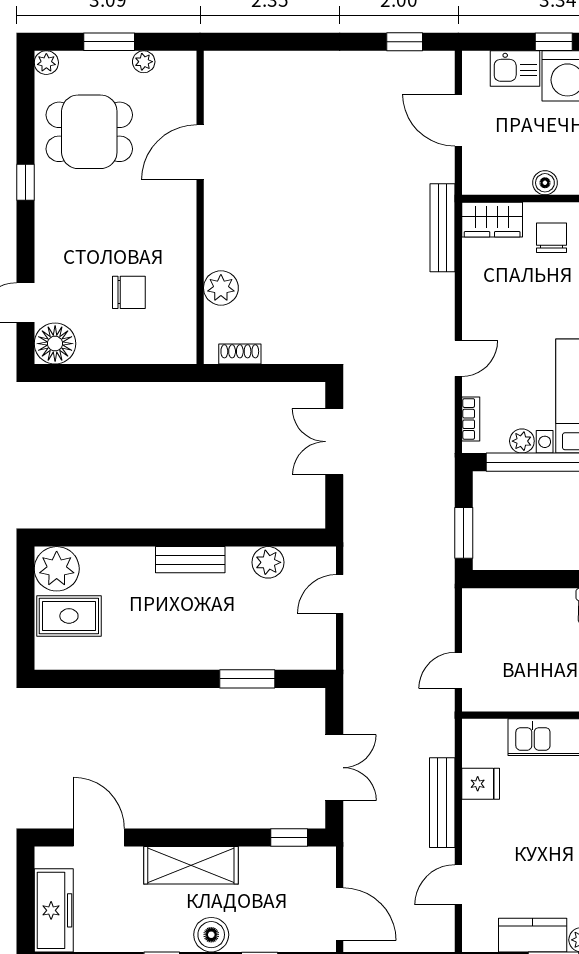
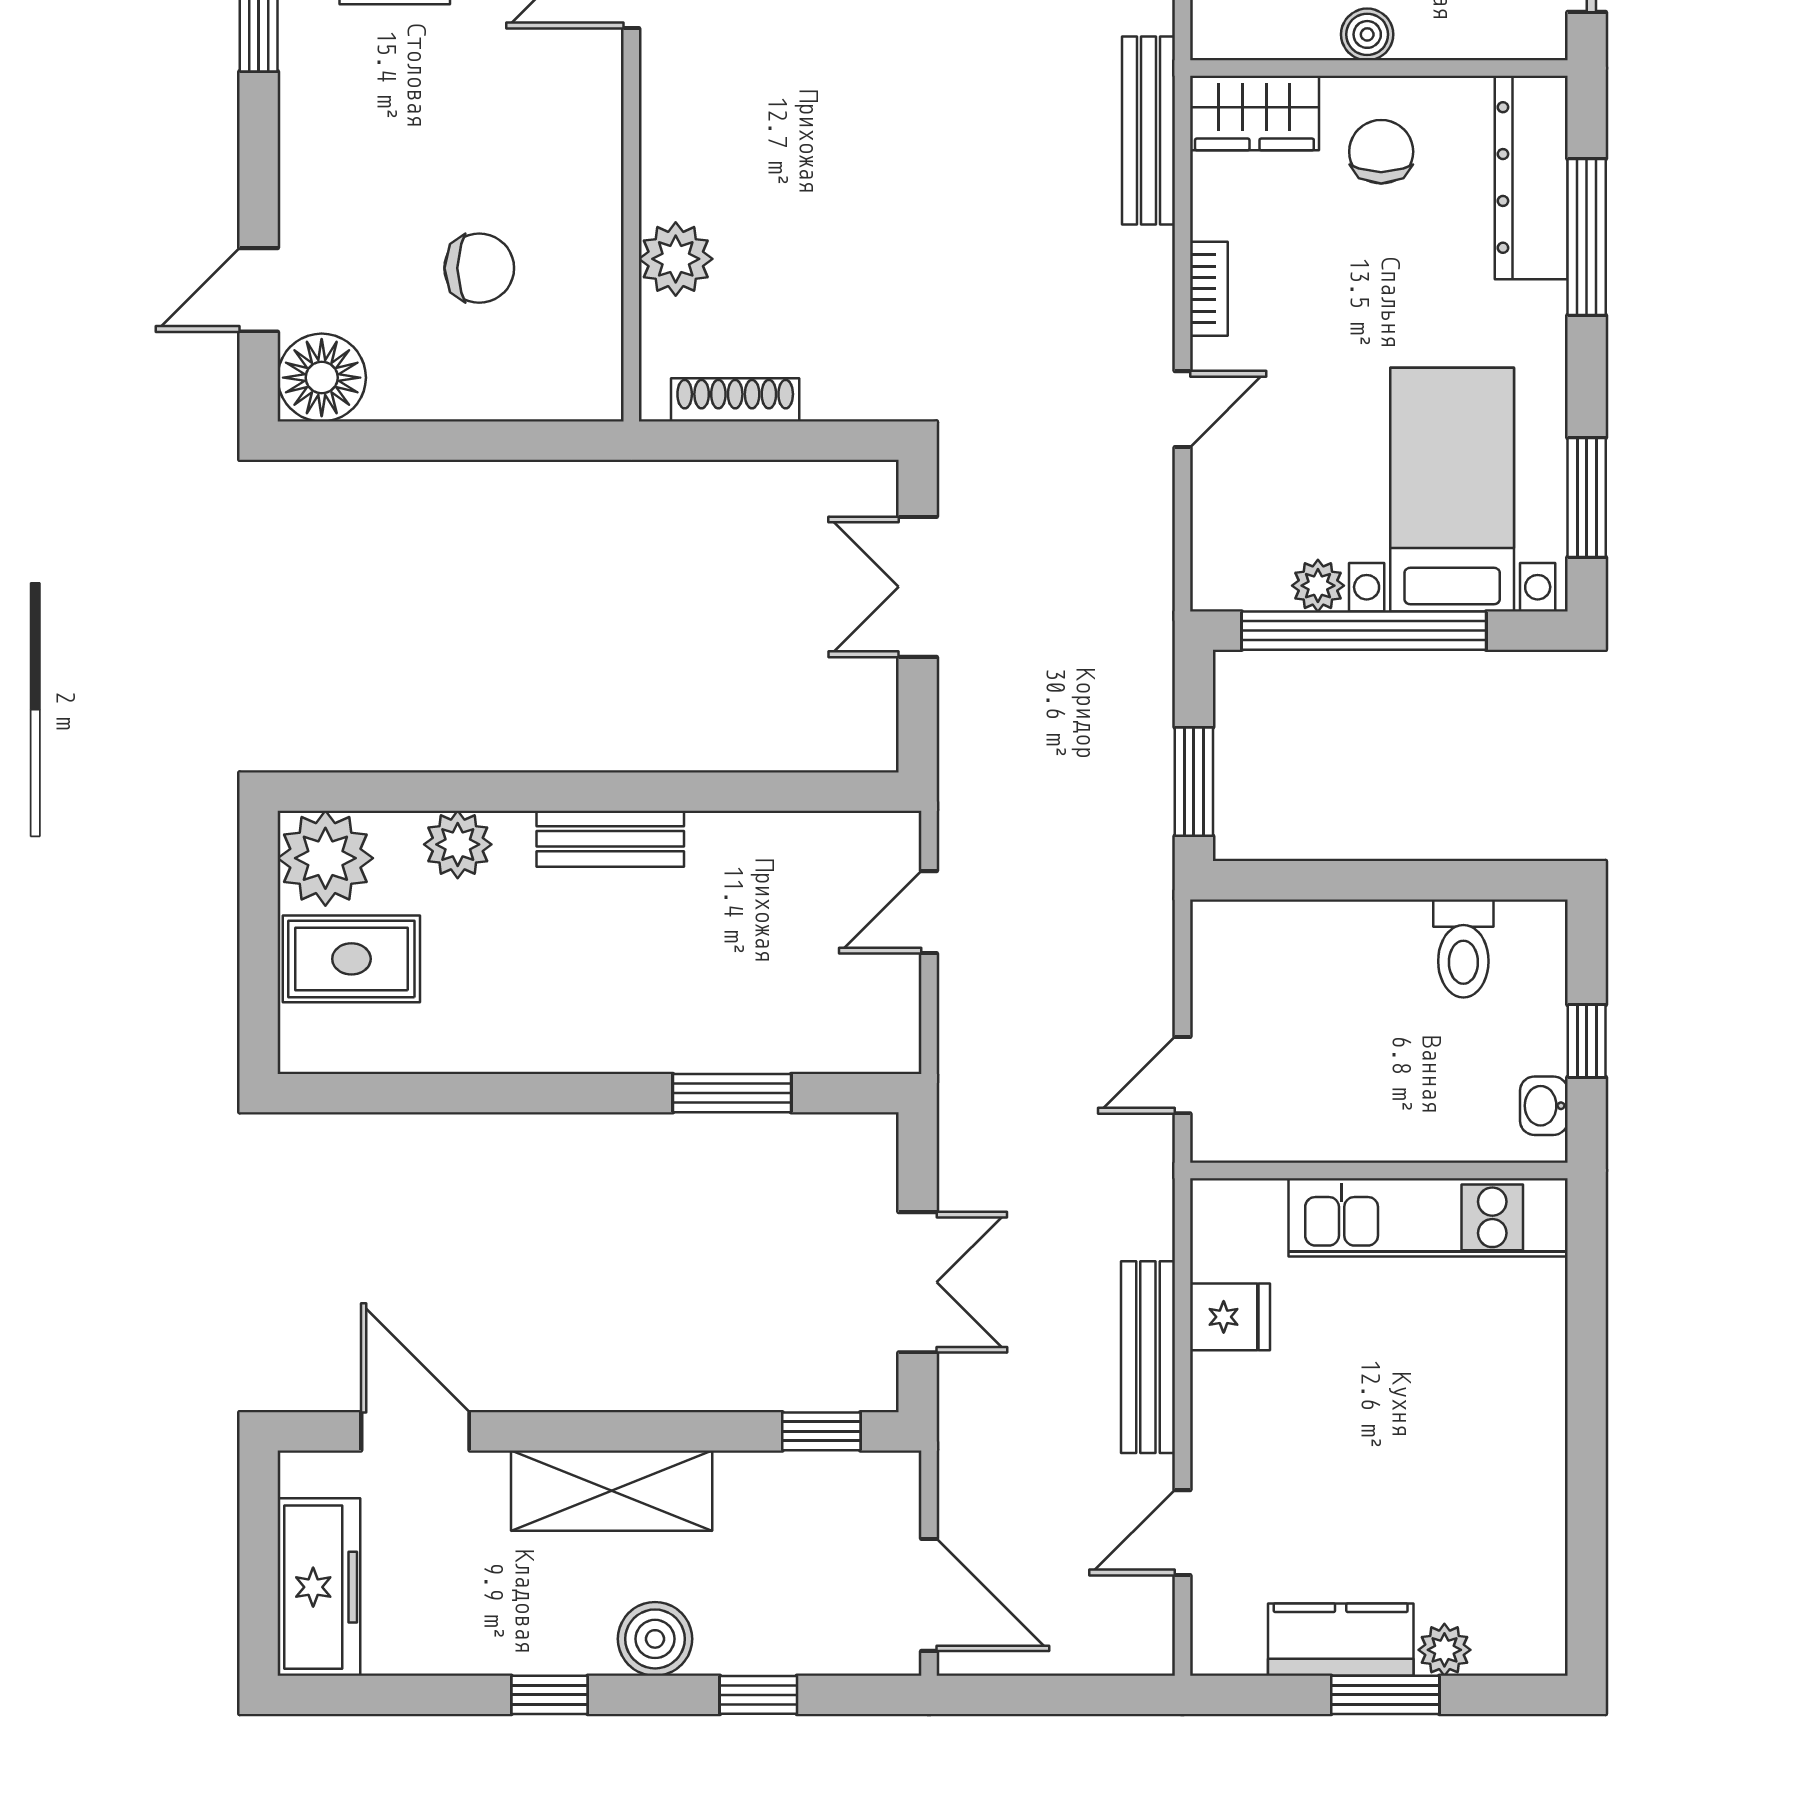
shoe rack: (240, 354) -> (735, 400), width x1.43
bookcase: (471, 419) -> (1209, 289), moved
plant: (268, 562) -> (458, 844), moved

